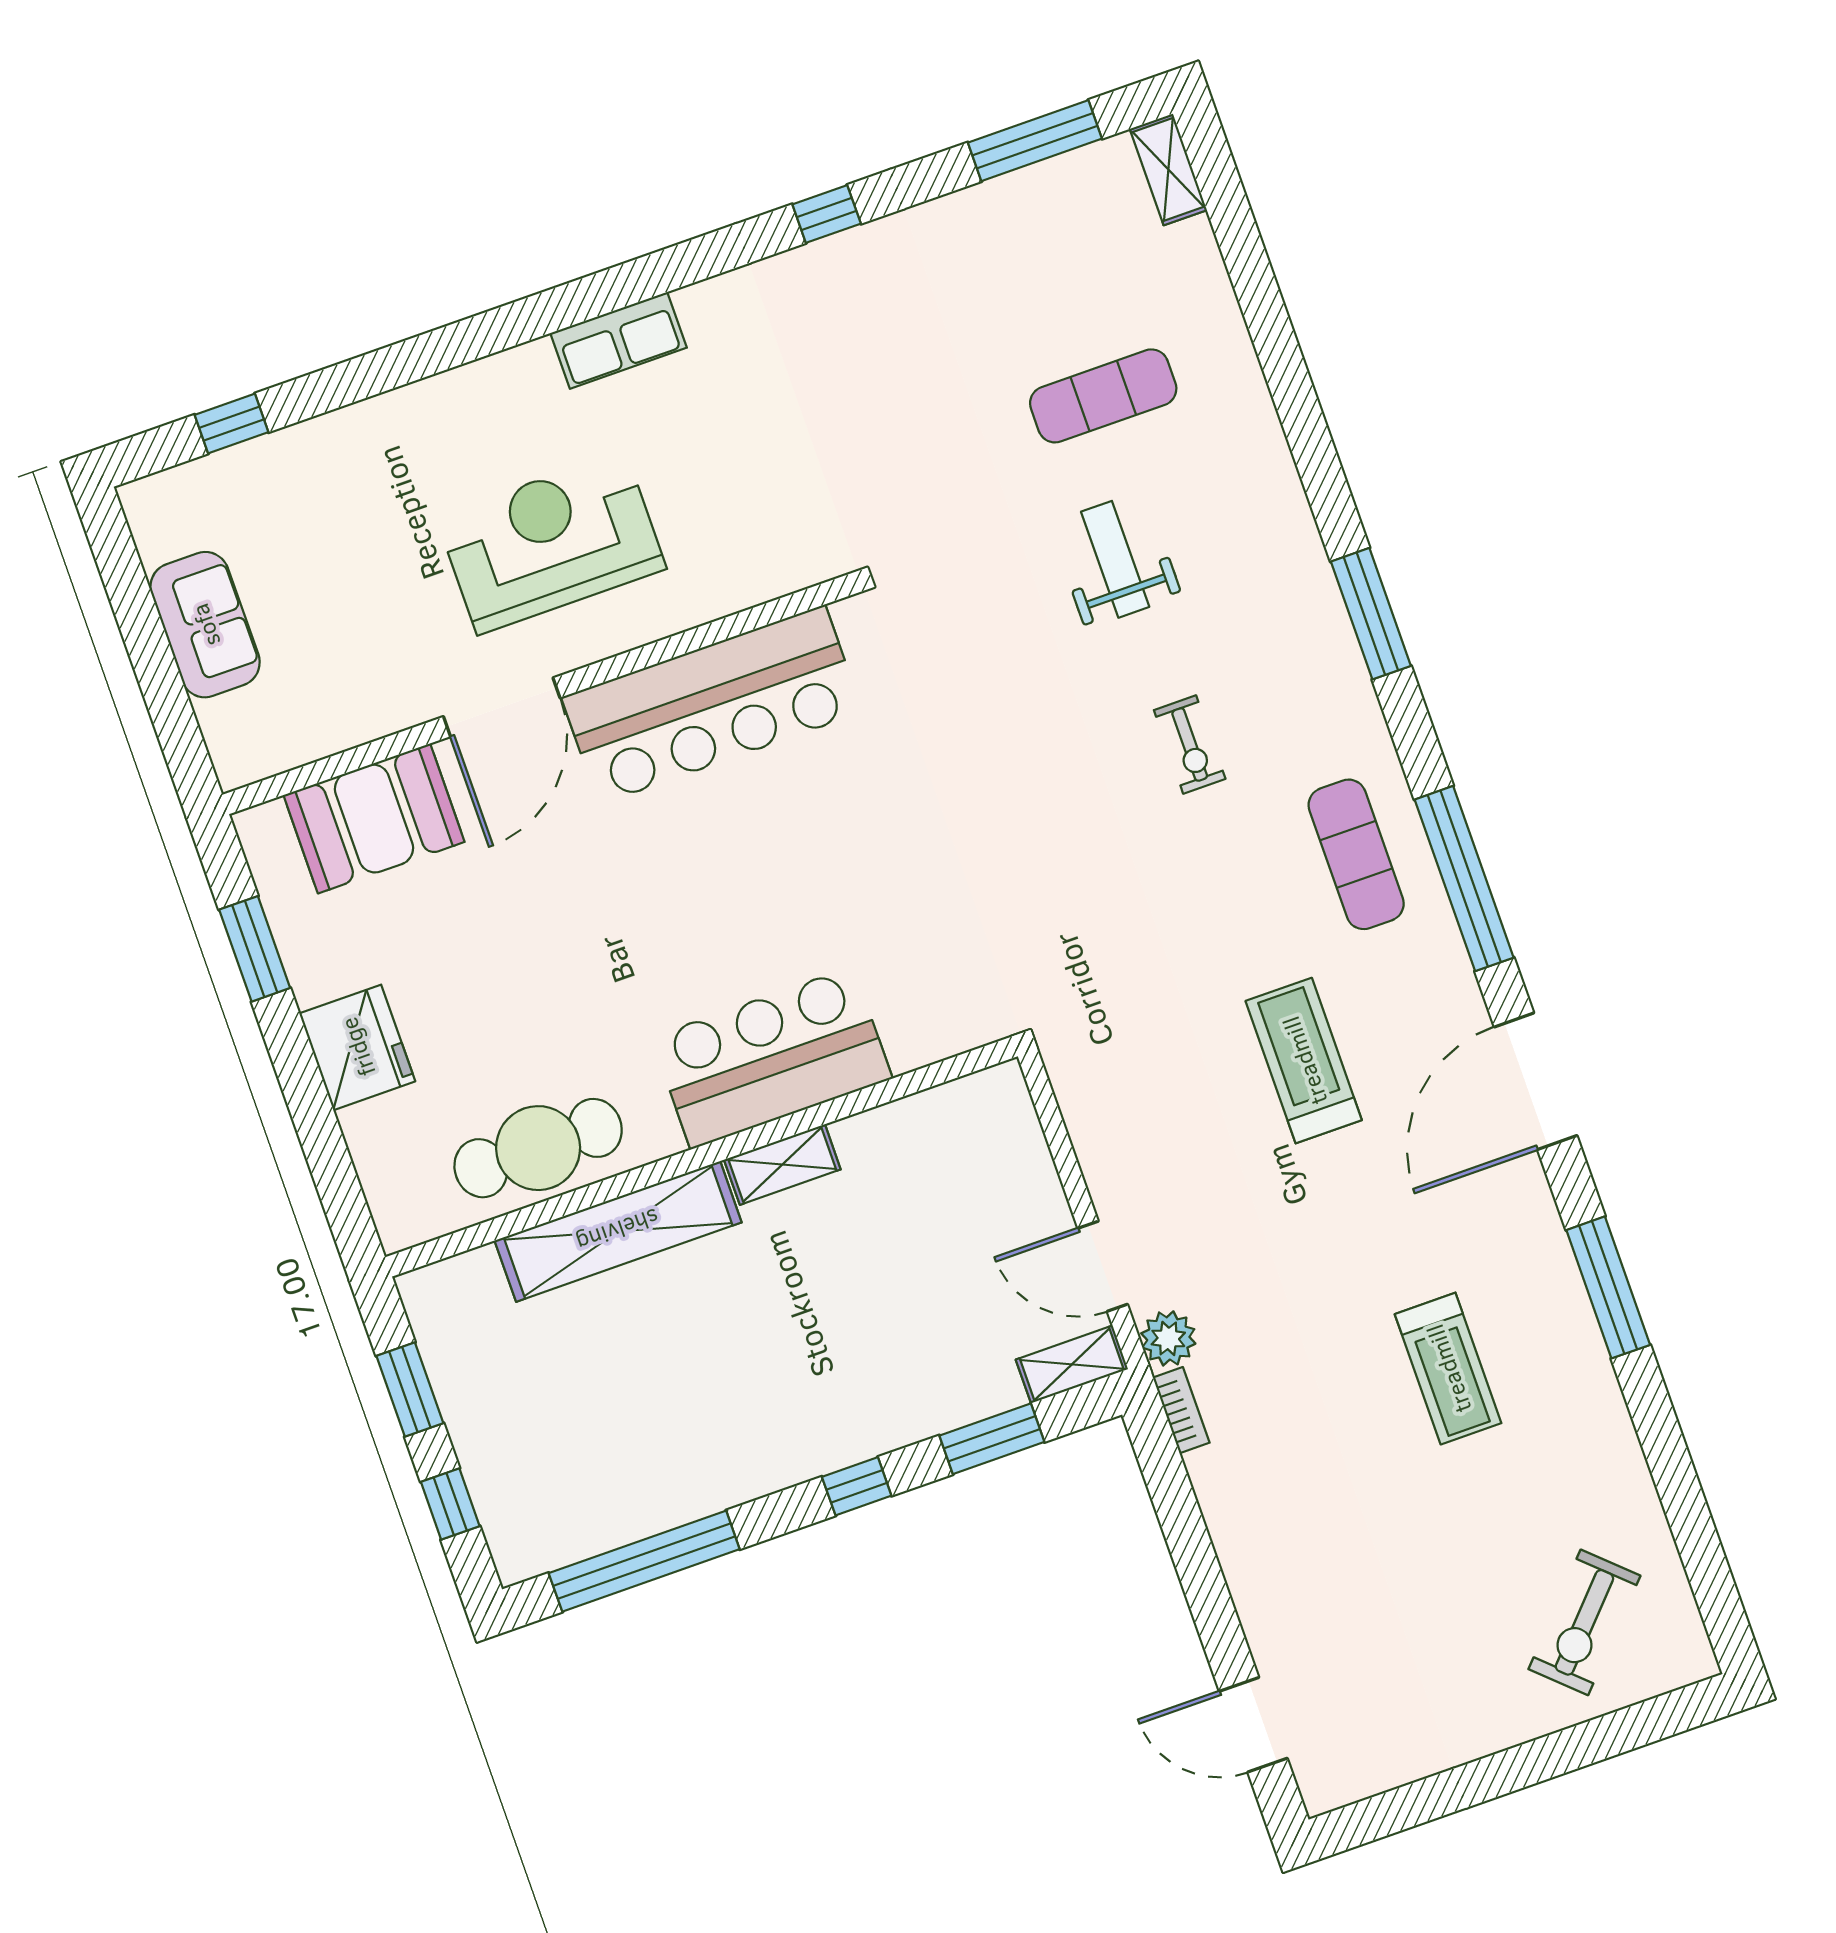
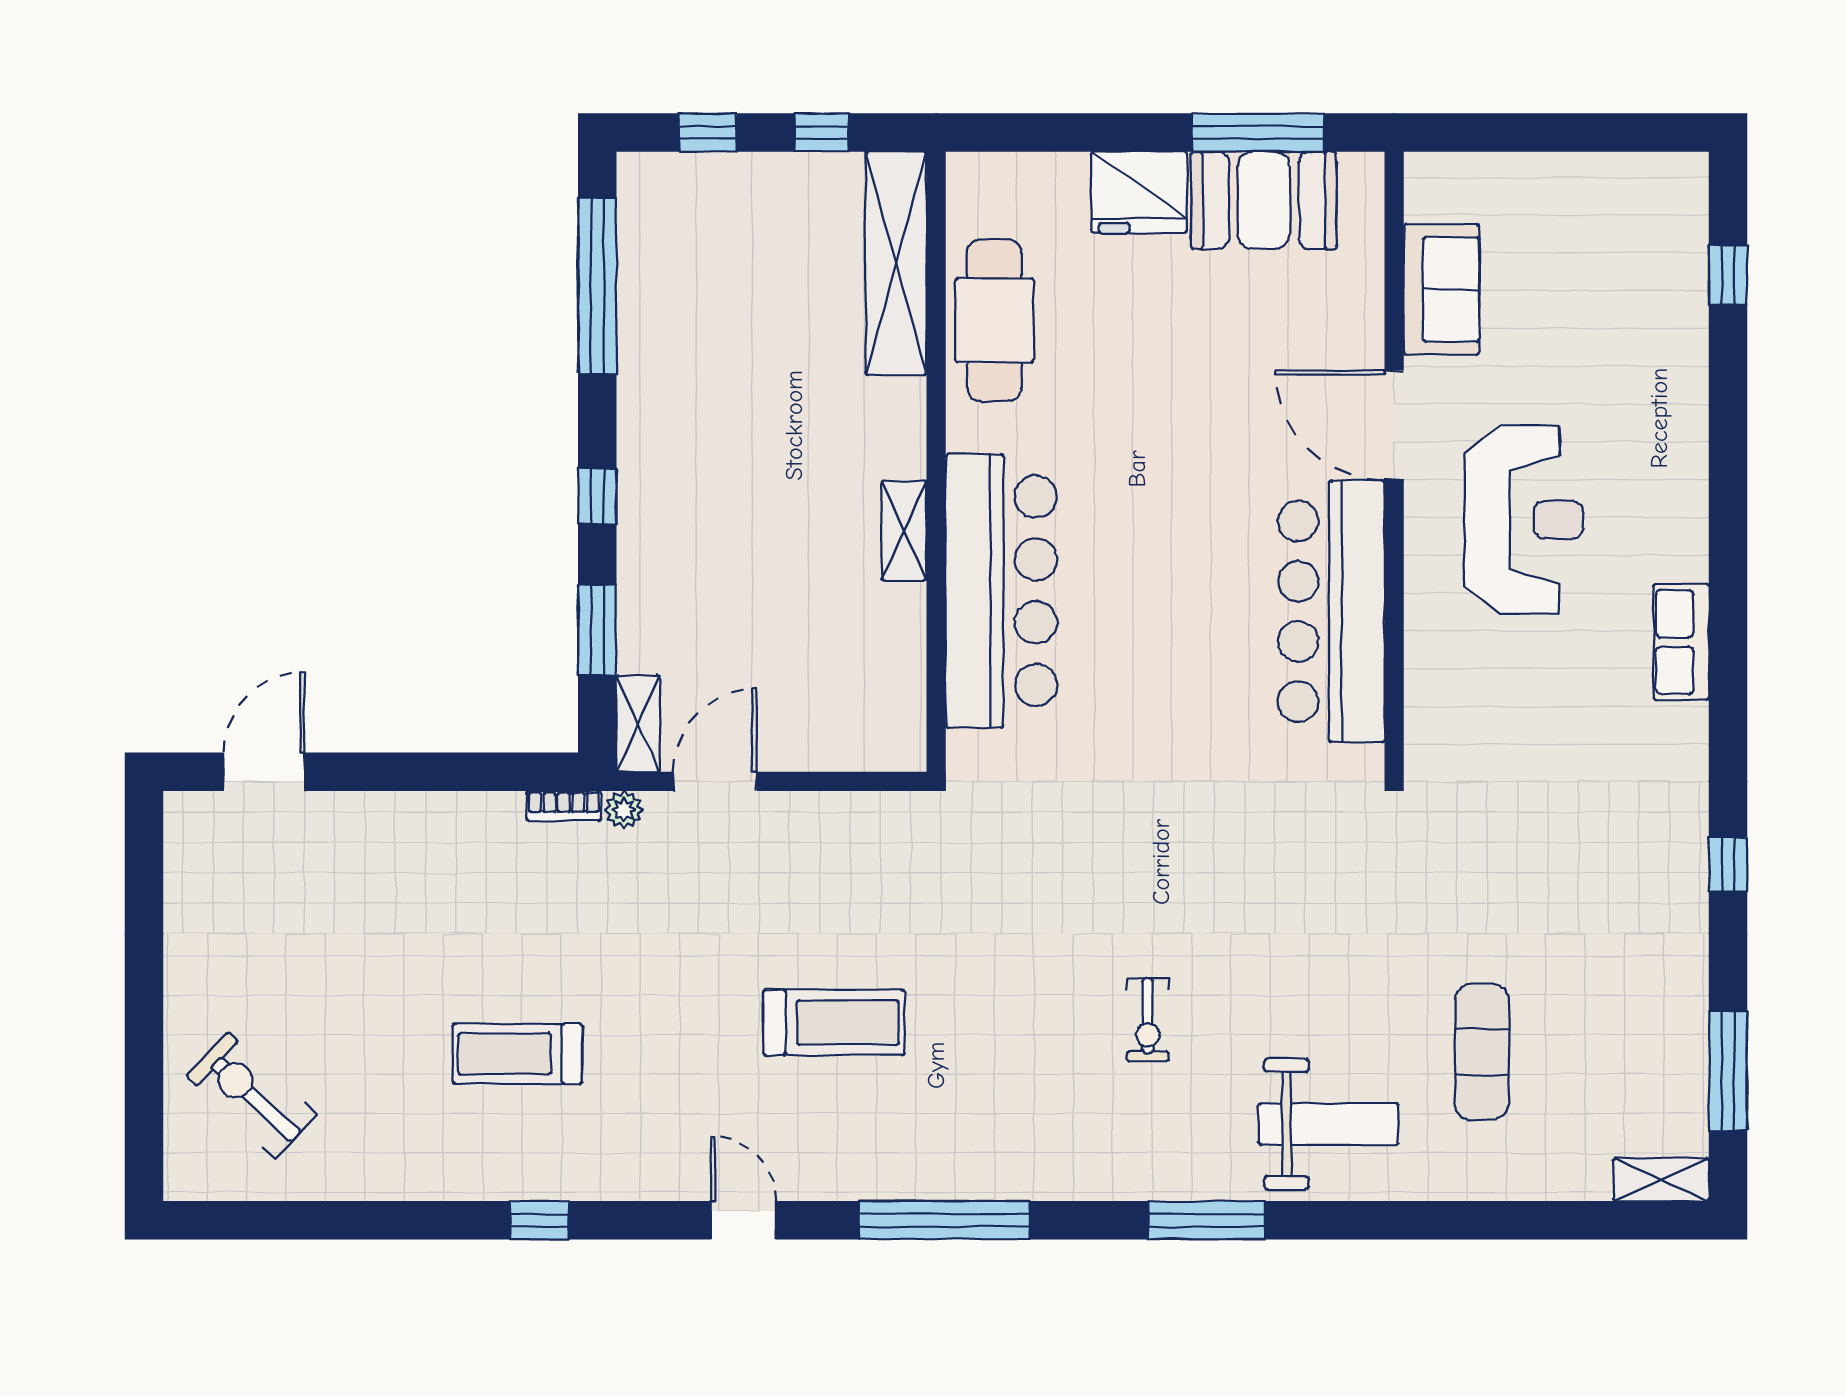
weight bench: (1115, 559) -> (1328, 1124), moved, width x1.36, depth x1.33
sofa: (205, 625) -> (1441, 289), moved, turned -90
exercise bike: (1190, 745) -> (1148, 1020), turned -90
booth: (374, 818) -> (1264, 200), moved, turned 90
exercise mat: (1356, 854) -> (999, 1133), removed
window: (255, 949) -> (1258, 132), width x1.44
bar counter: (772, 1058) -> (1001, 591), width x1.36
door: (1536, 1081) -> (744, 1220), width x0.53
shelving: (618, 1231) -> (896, 263), moved
window: (1608, 1287) -> (539, 1220), width x0.46
plant: (1168, 1338) -> (624, 810), width x0.73, depth x0.73
window: (410, 1389) -> (821, 132), width x0.67

